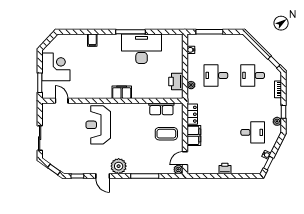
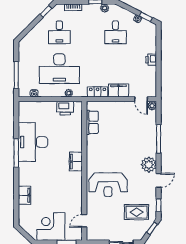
filing cabinet: (92, 40) -> (24, 195), width x2.00
desk: (216, 75) -> (59, 69), width x1.87, depth x1.30
desk: (253, 132) -> (115, 32), turned 180
coffee table: (166, 134) -> (117, 118), removed
rug: (70, 154) -> (137, 212), added

